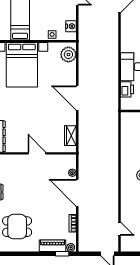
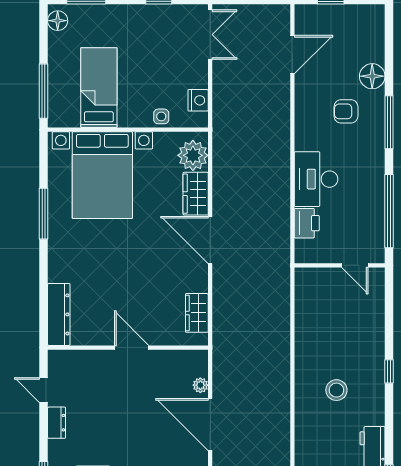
wardrobe: (70, 74) -> (196, 194), added

